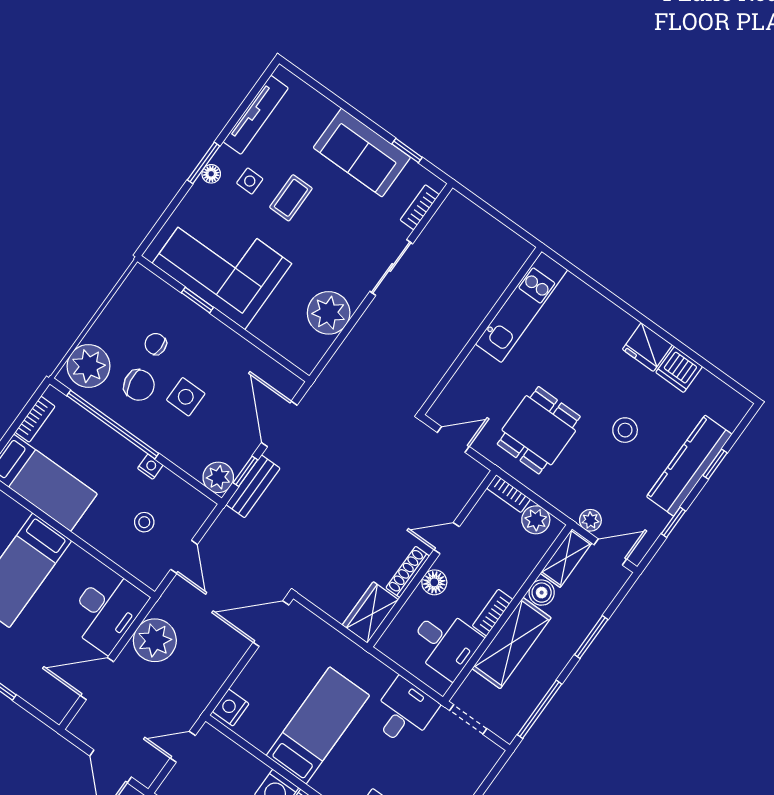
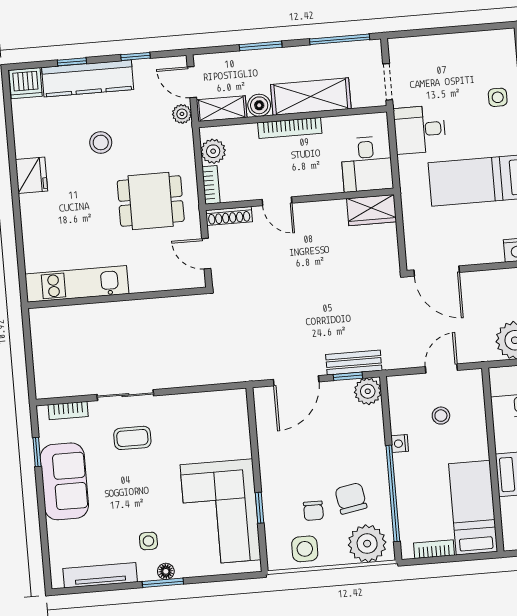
coffee table: (291, 198) -> (132, 438), moved
plant: (329, 313) -> (192, 411), removed
dishwasher: (679, 369) -> (26, 83), moved, turned 90
side table: (186, 397) -> (305, 549), moved
shoe rack: (408, 572) -> (229, 216), moved
floor lamp: (434, 582) -> (314, 184), removed
bookcase: (493, 613) -> (290, 128), width x1.56
desk: (445, 643) -> (367, 164), moved, turned 180

